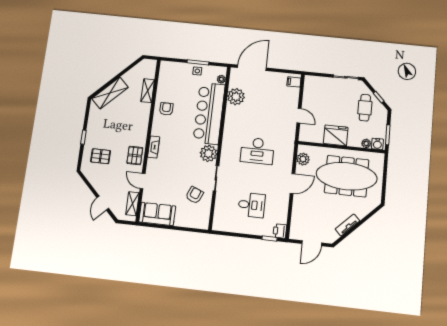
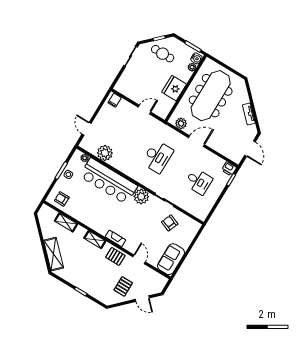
door: (252, 68) -> (87, 129), width x0.53
armchair: (166, 109) -> (62, 199), moved
pallet: (101, 156) -> (123, 286), moved
door: (143, 181) -> (139, 259), swing flipped
door: (292, 183) -> (197, 141), hinge flipped
shelving: (132, 204) -> (95, 240), moved
desk: (252, 205) -> (199, 181), turned 90

